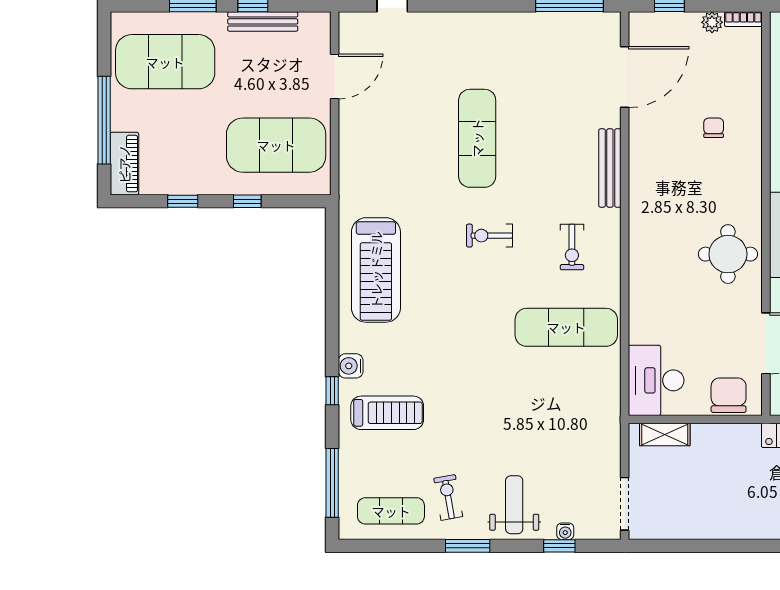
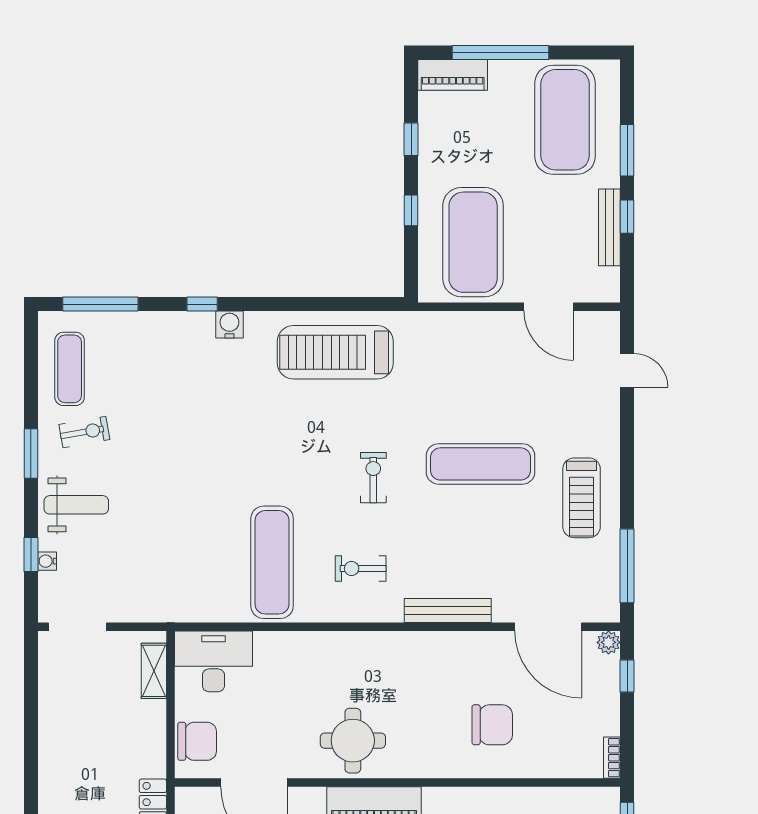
plant: (712, 22) -> (609, 642), moved
chair: (714, 128) -> (492, 725), width x1.87, depth x1.87
treadmill: (387, 413) -> (582, 498), moved

